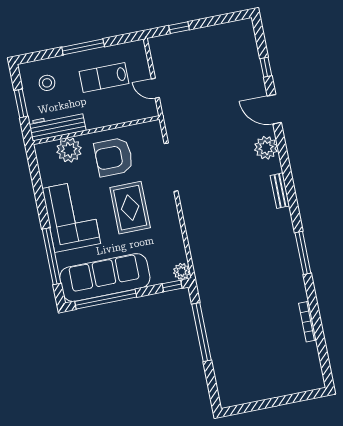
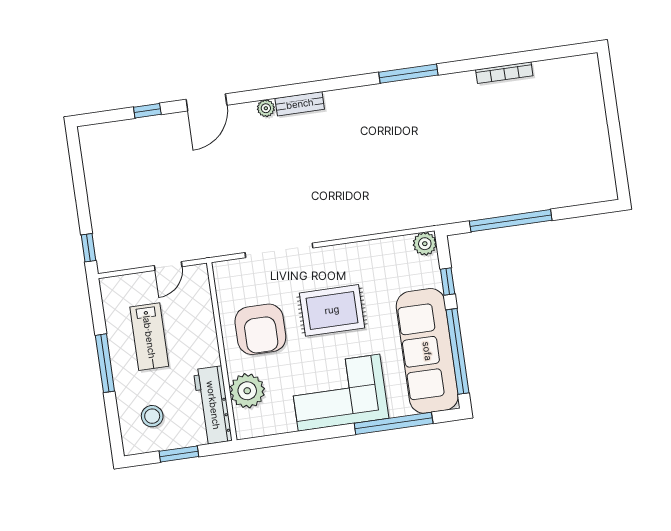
window: (179, 28) -> (88, 248), moved
plant: (266, 148) -> (266, 108), width x0.53, depth x0.53
bench: (280, 191) -> (300, 104), moved
window: (172, 286) -> (448, 282), moved

